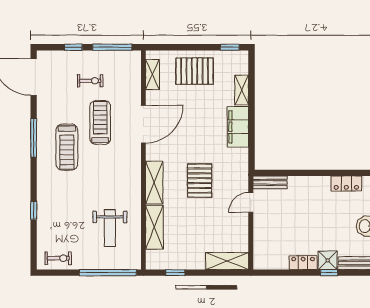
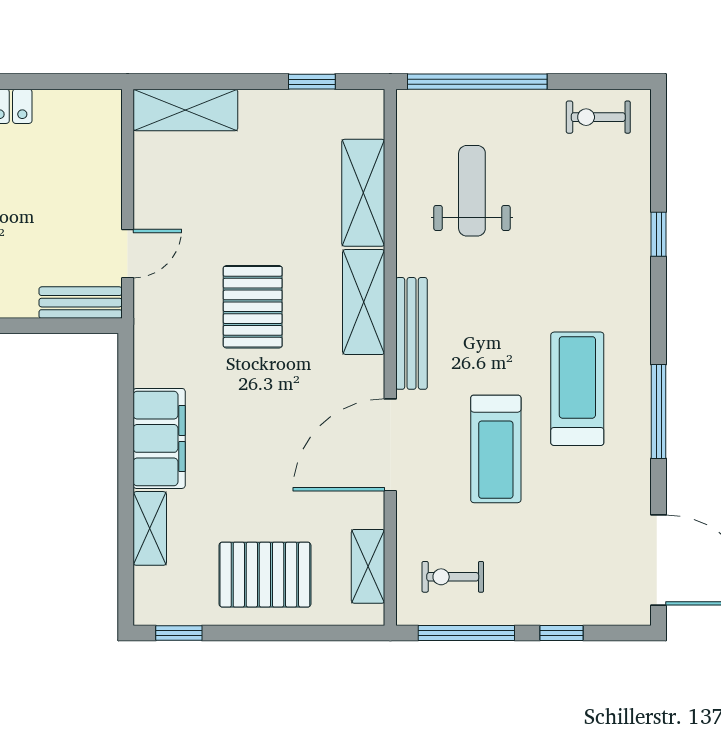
exercise bike: (90, 81) -> (453, 577), moved
bench: (135, 170) -> (412, 333), added

